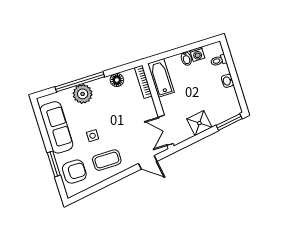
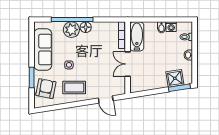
floor lamp: (117, 80) -> (86, 27), moved
shower: (199, 123) -> (175, 78), moved
double door: (166, 130) -> (128, 64), moved
armchair: (74, 172) -> (46, 89), turned -79

